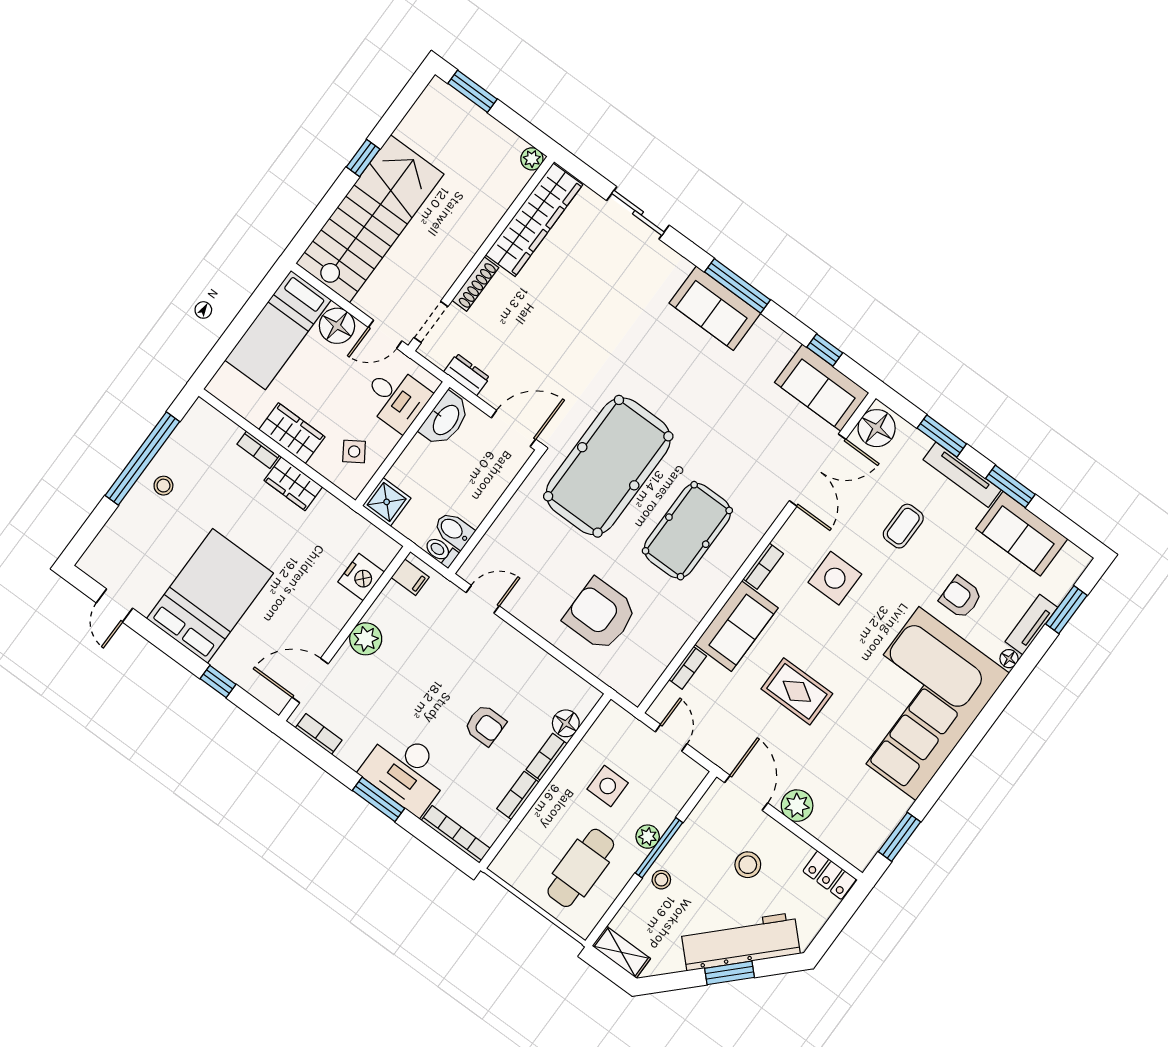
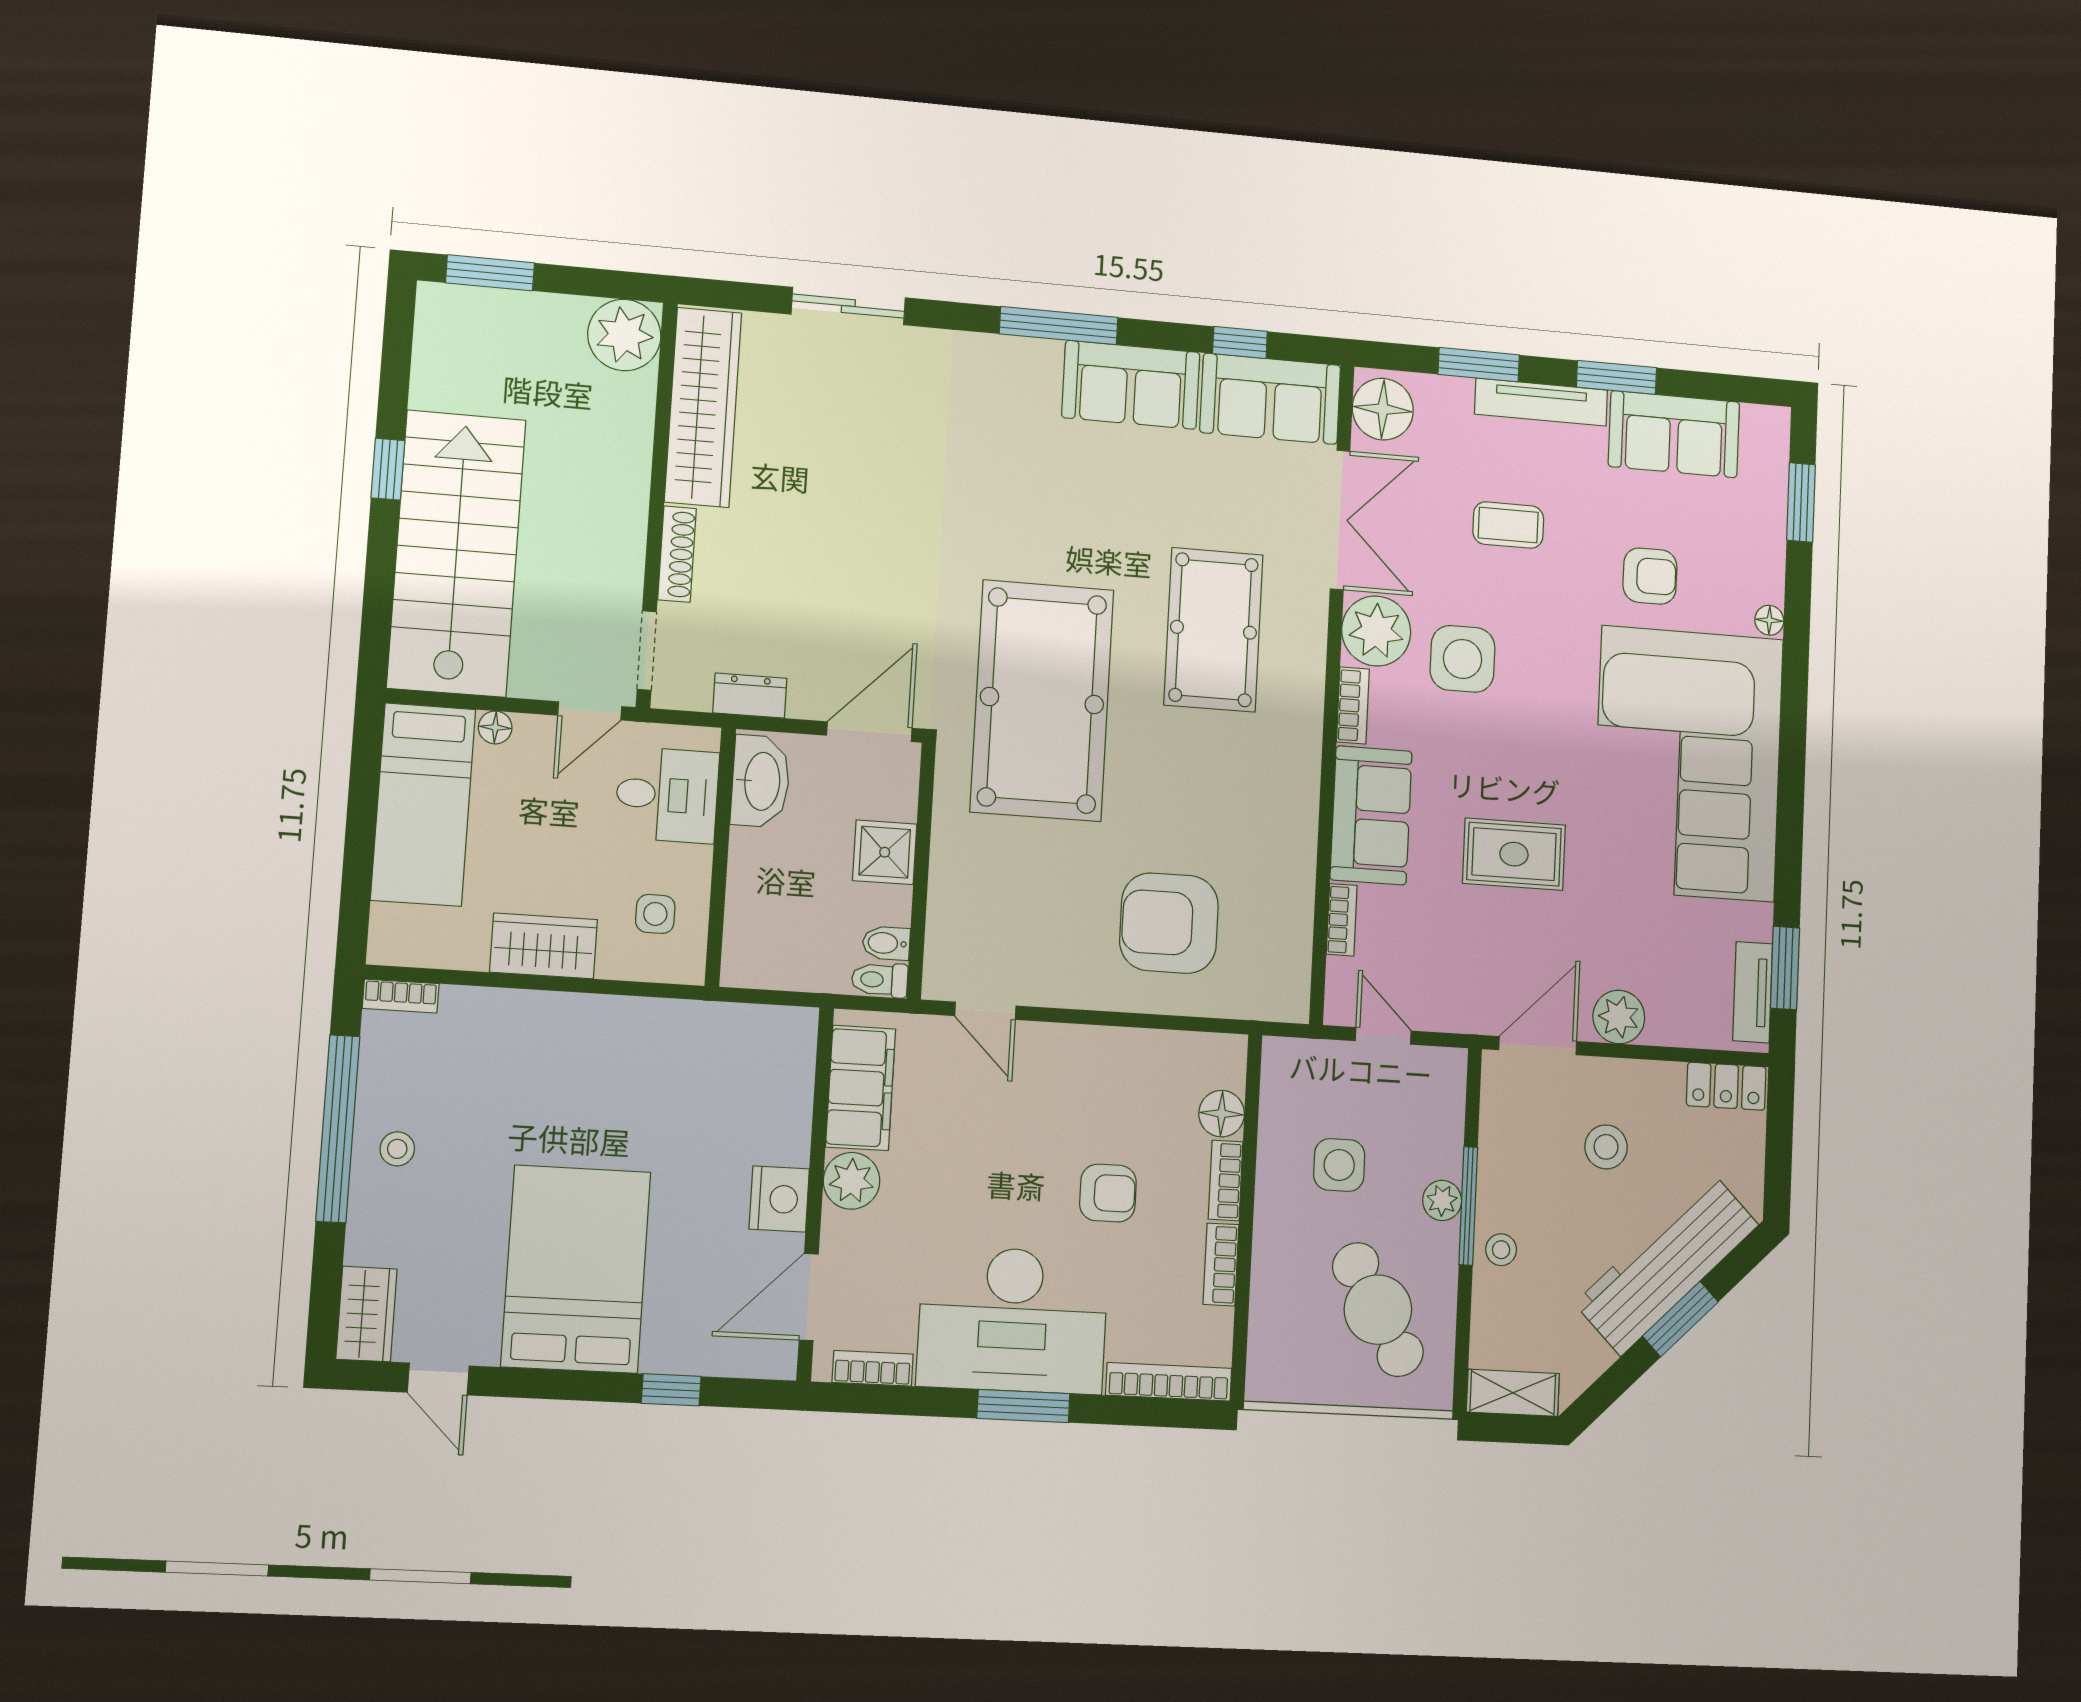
plant: (532, 159) -> (624, 335), width x1.87, depth x1.87
sofa: (715, 308) -> (1131, 385), moved
floor lamp: (337, 326) -> (495, 727), width x0.53, depth x0.53
bookcase: (258, 450) -> (401, 996), moved
side table: (354, 452) -> (655, 914), turned 33
wardrobe: (293, 484) -> (366, 1314), moved, turned -90
shower: (387, 502) -> (885, 852), moved
coffee table: (903, 526) -> (1508, 525), turned 90
bidet: (454, 530) -> (886, 943), width x0.72, depth x0.74
pool table: (687, 531) -> (1213, 630), moved
plant: (800, 537) -> (1376, 631), added
nightstand: (361, 577) -> (779, 1199), moved
filing cabinet: (410, 577) -> (861, 1088), width x3.00, depth x1.17
armchair: (961, 597) -> (1650, 576), turned 180
door: (483, 599) -> (985, 1011), swing flipped
tv unit: (1031, 624) -> (1753, 992), moved
desk: (406, 771) -> (1013, 1320), width x1.36, depth x1.30
door: (746, 793) -> (1538, 1046), hinge flipped
cafe table: (581, 868) -> (1378, 1310), turned -30

